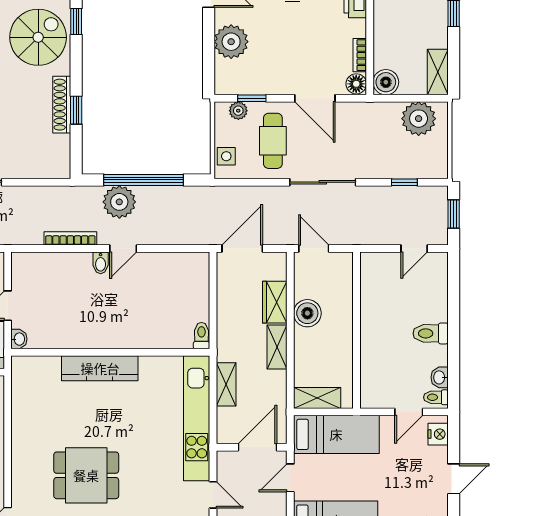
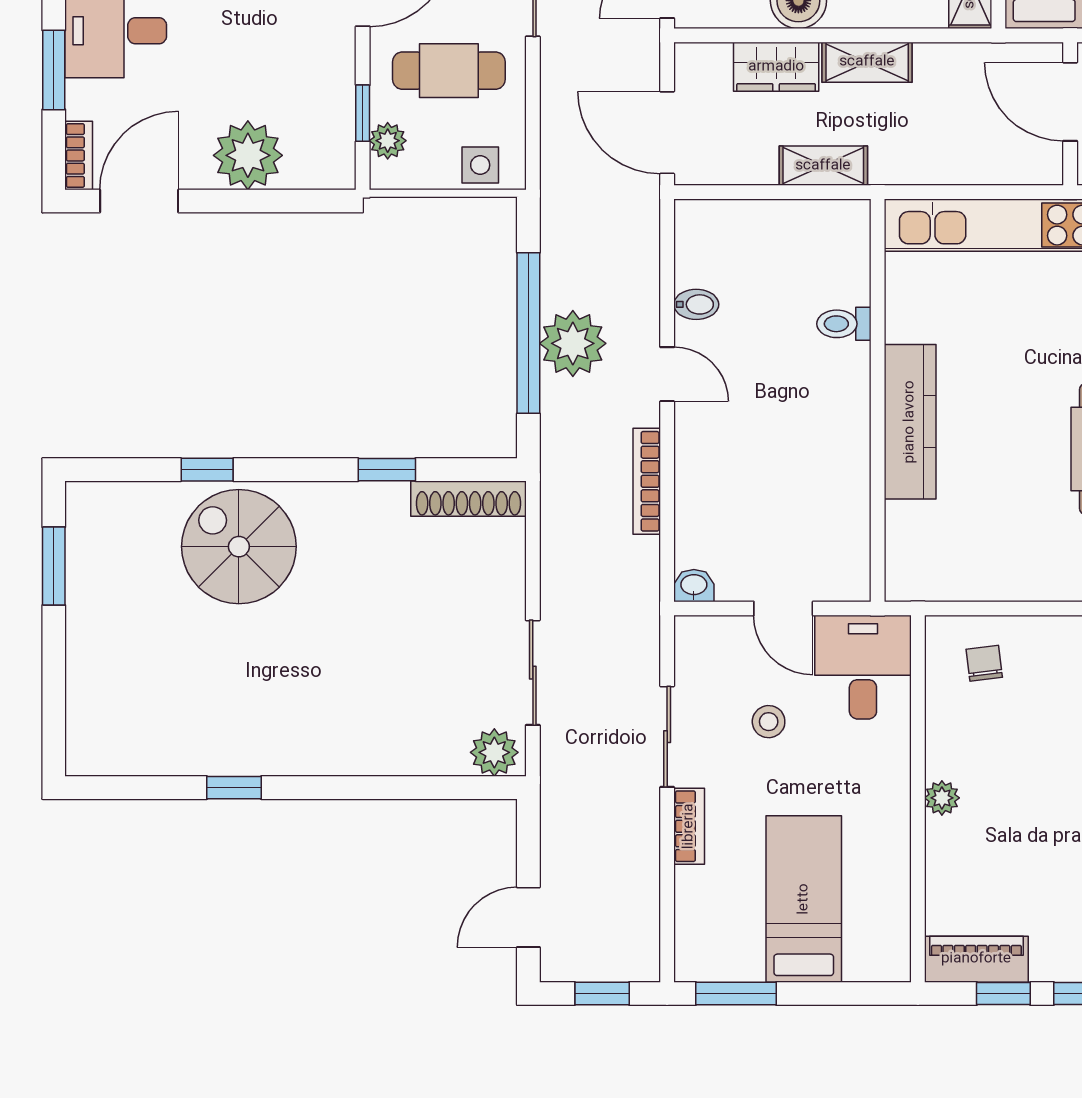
shoe rack: (62, 105) -> (468, 499), moved
plant: (119, 202) -> (573, 343), moved
bidet: (101, 263) -> (696, 304), moved
toilet: (201, 336) -> (844, 324), moved
washbasin: (19, 339) -> (694, 586), moved
shelving: (226, 384) -> (823, 166), moved

